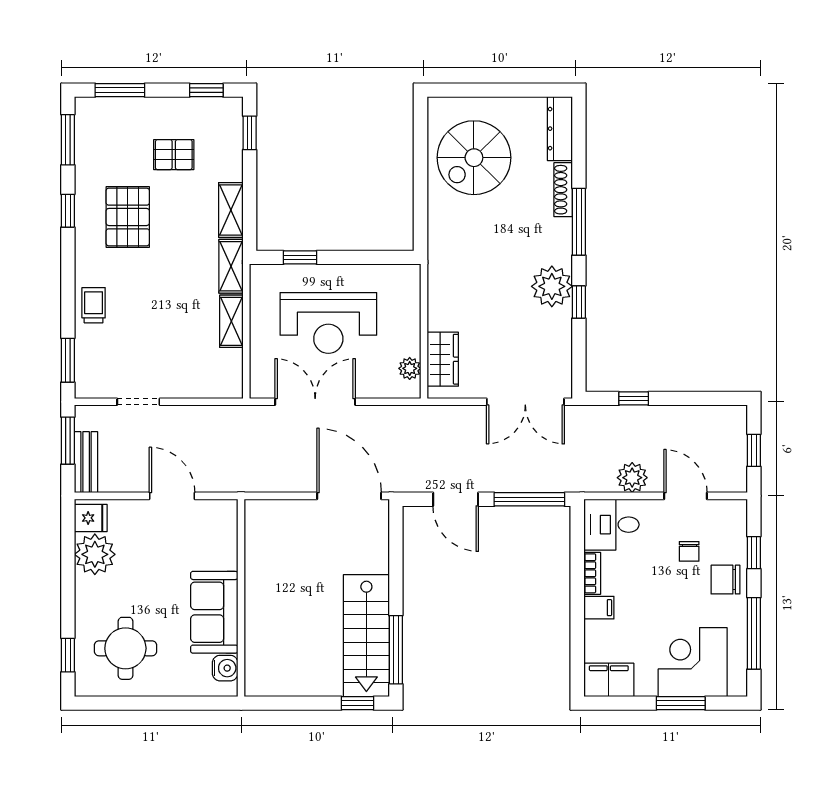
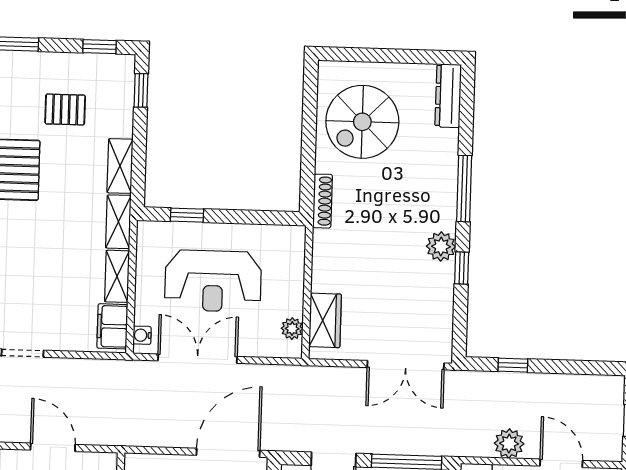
shoe rack: (563, 190) -> (322, 201), moved, turned 180
plant: (552, 286) -> (441, 246), width x0.73, depth x0.73
filing cabinet: (228, 372) -> (112, 326), added
water cooler: (258, 380) -> (142, 335), added
door: (349, 496) -> (228, 453), hinge flipped

